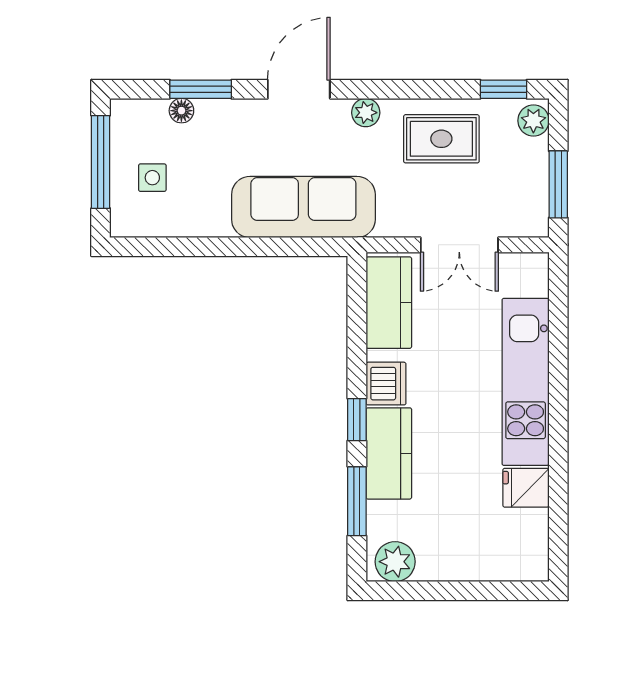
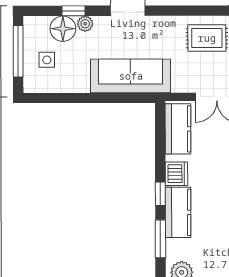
window: (201, 89) -> (73, 11), width x0.67
floor lamp: (181, 111) -> (63, 29), width x1.89, depth x1.89
plant: (366, 113) -> (85, 24), moved

